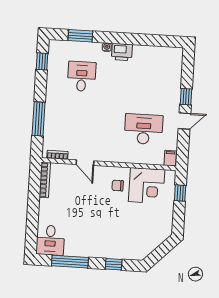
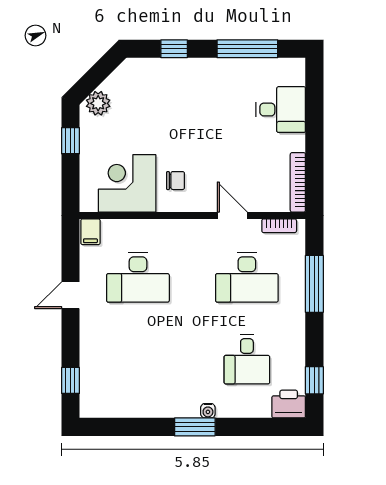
window: (80, 36) -> (195, 427), moved
printer: (122, 52) -> (289, 404), moved
window: (186, 97) -> (70, 380), moved
desk: (79, 125) -> (247, 278), added
window: (180, 193) -> (70, 141), moved
plant: (161, 234) -> (98, 103), added
desk: (50, 240) -> (281, 110), moved, turned 90

